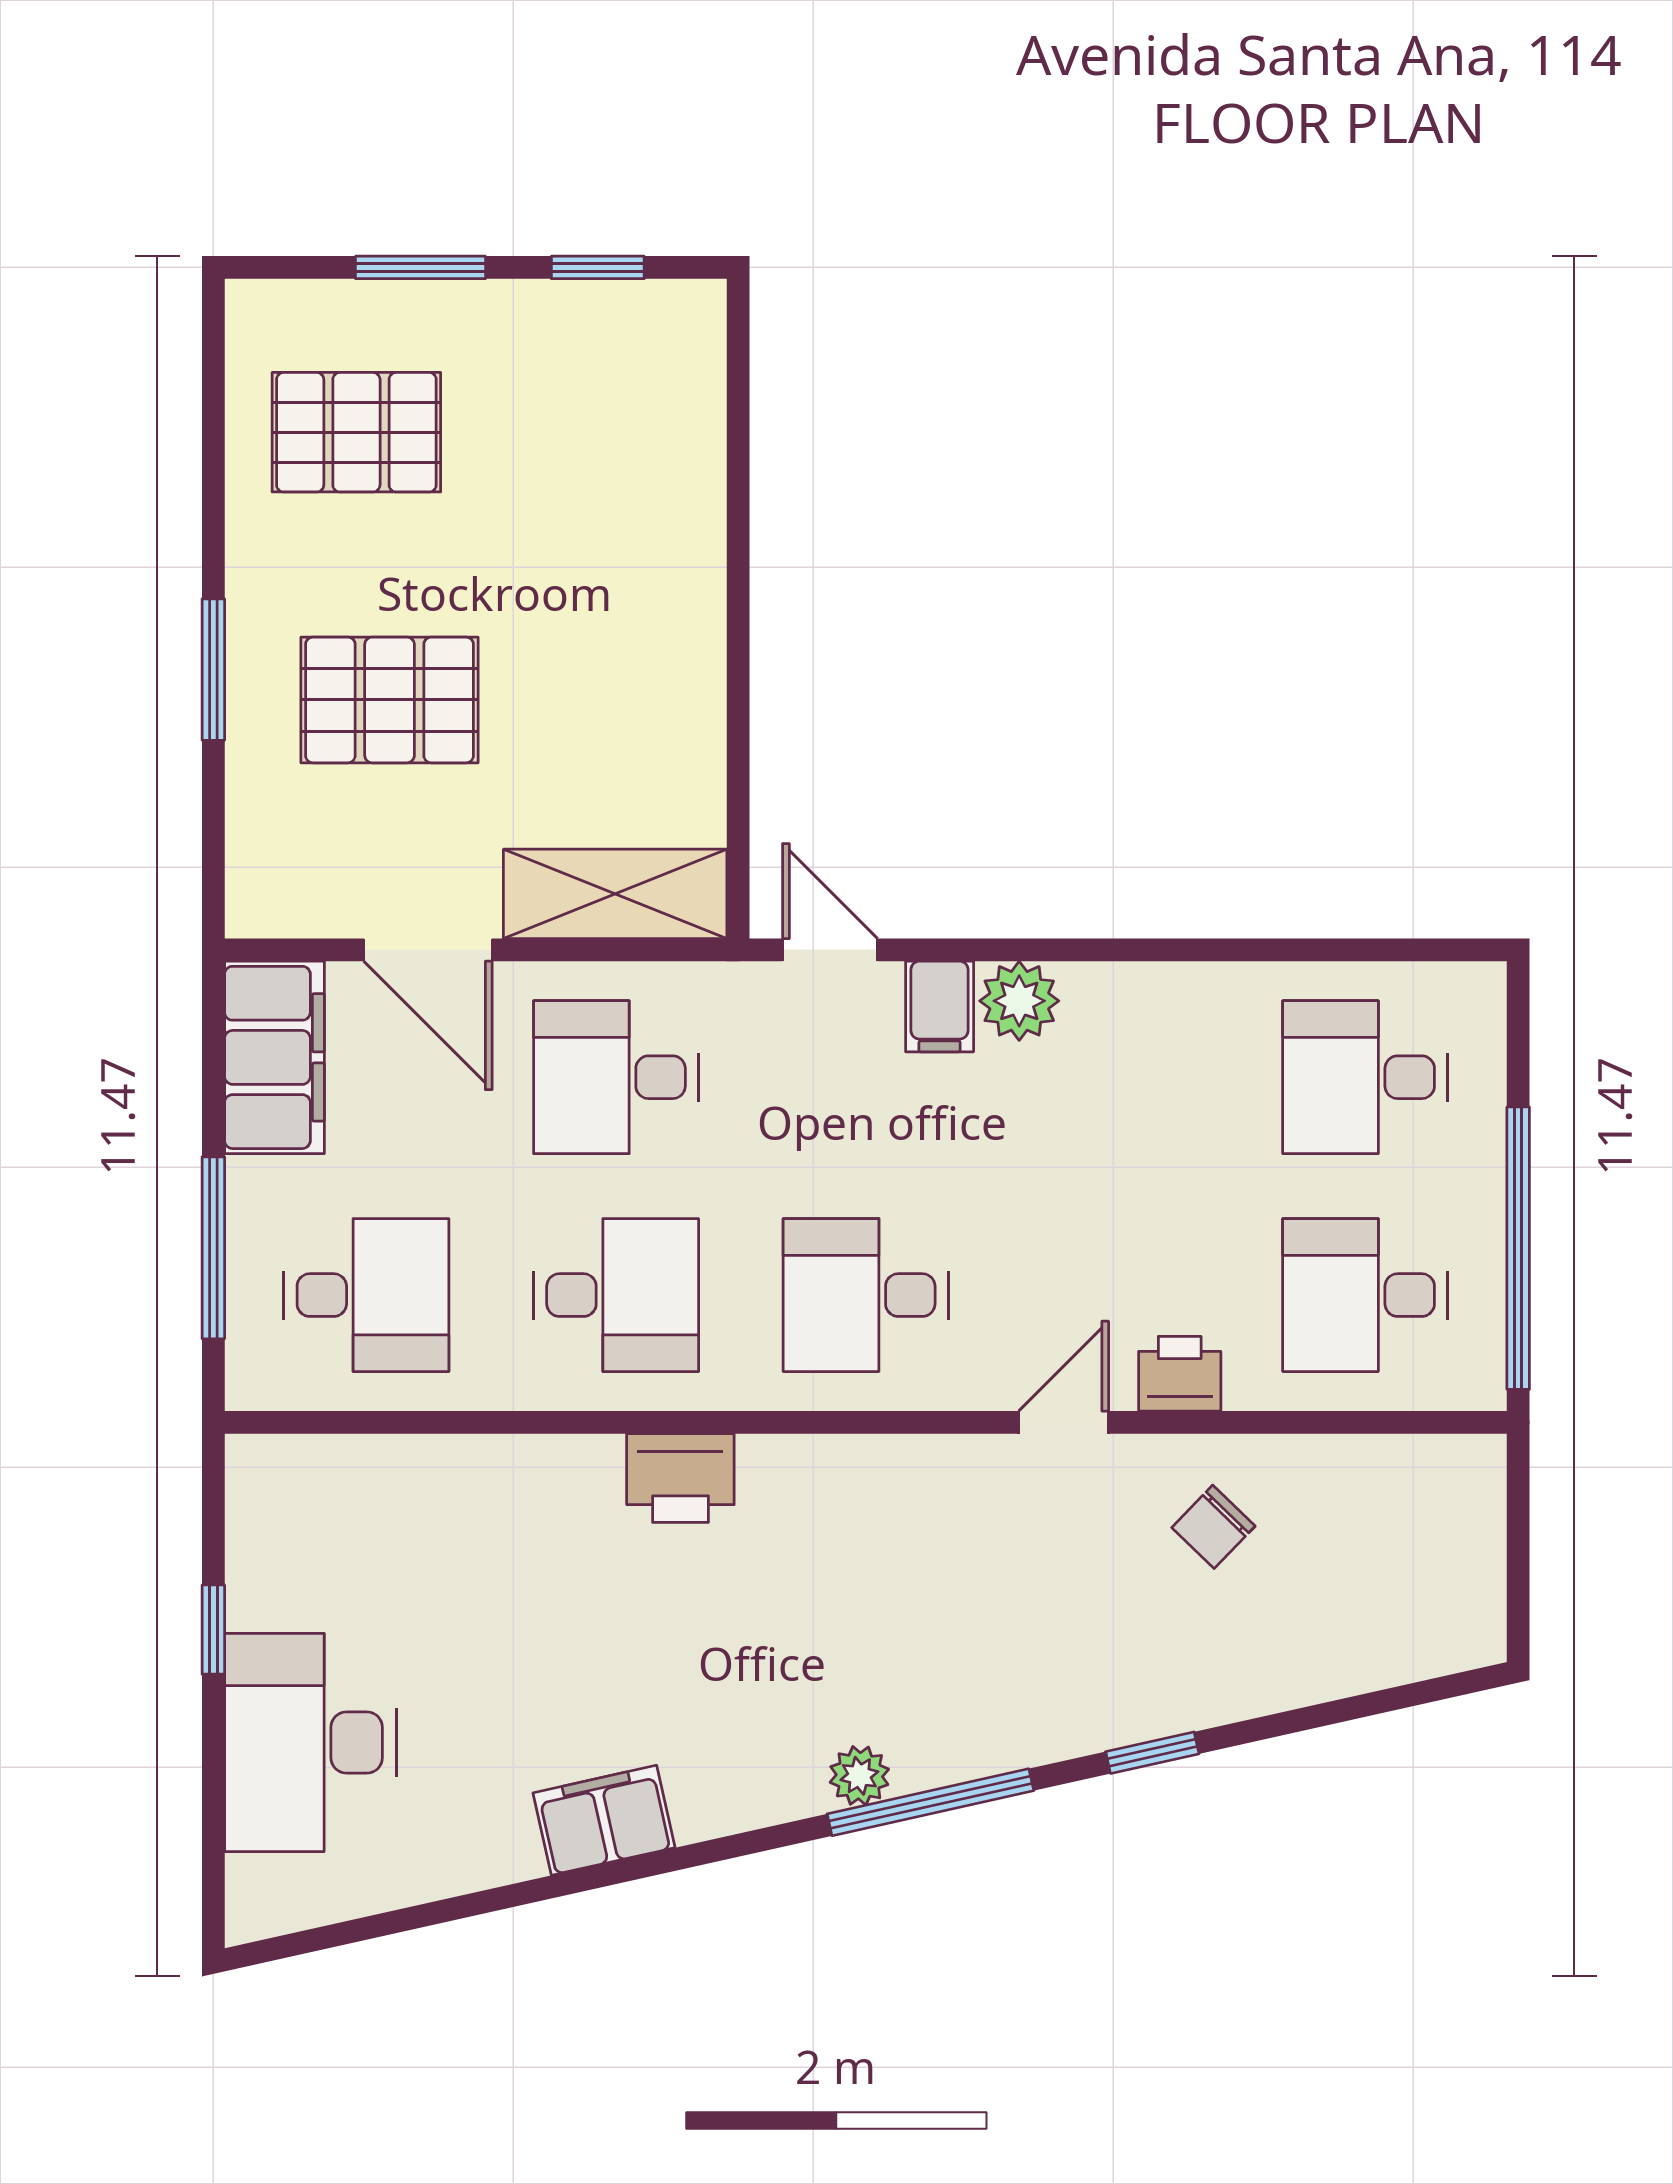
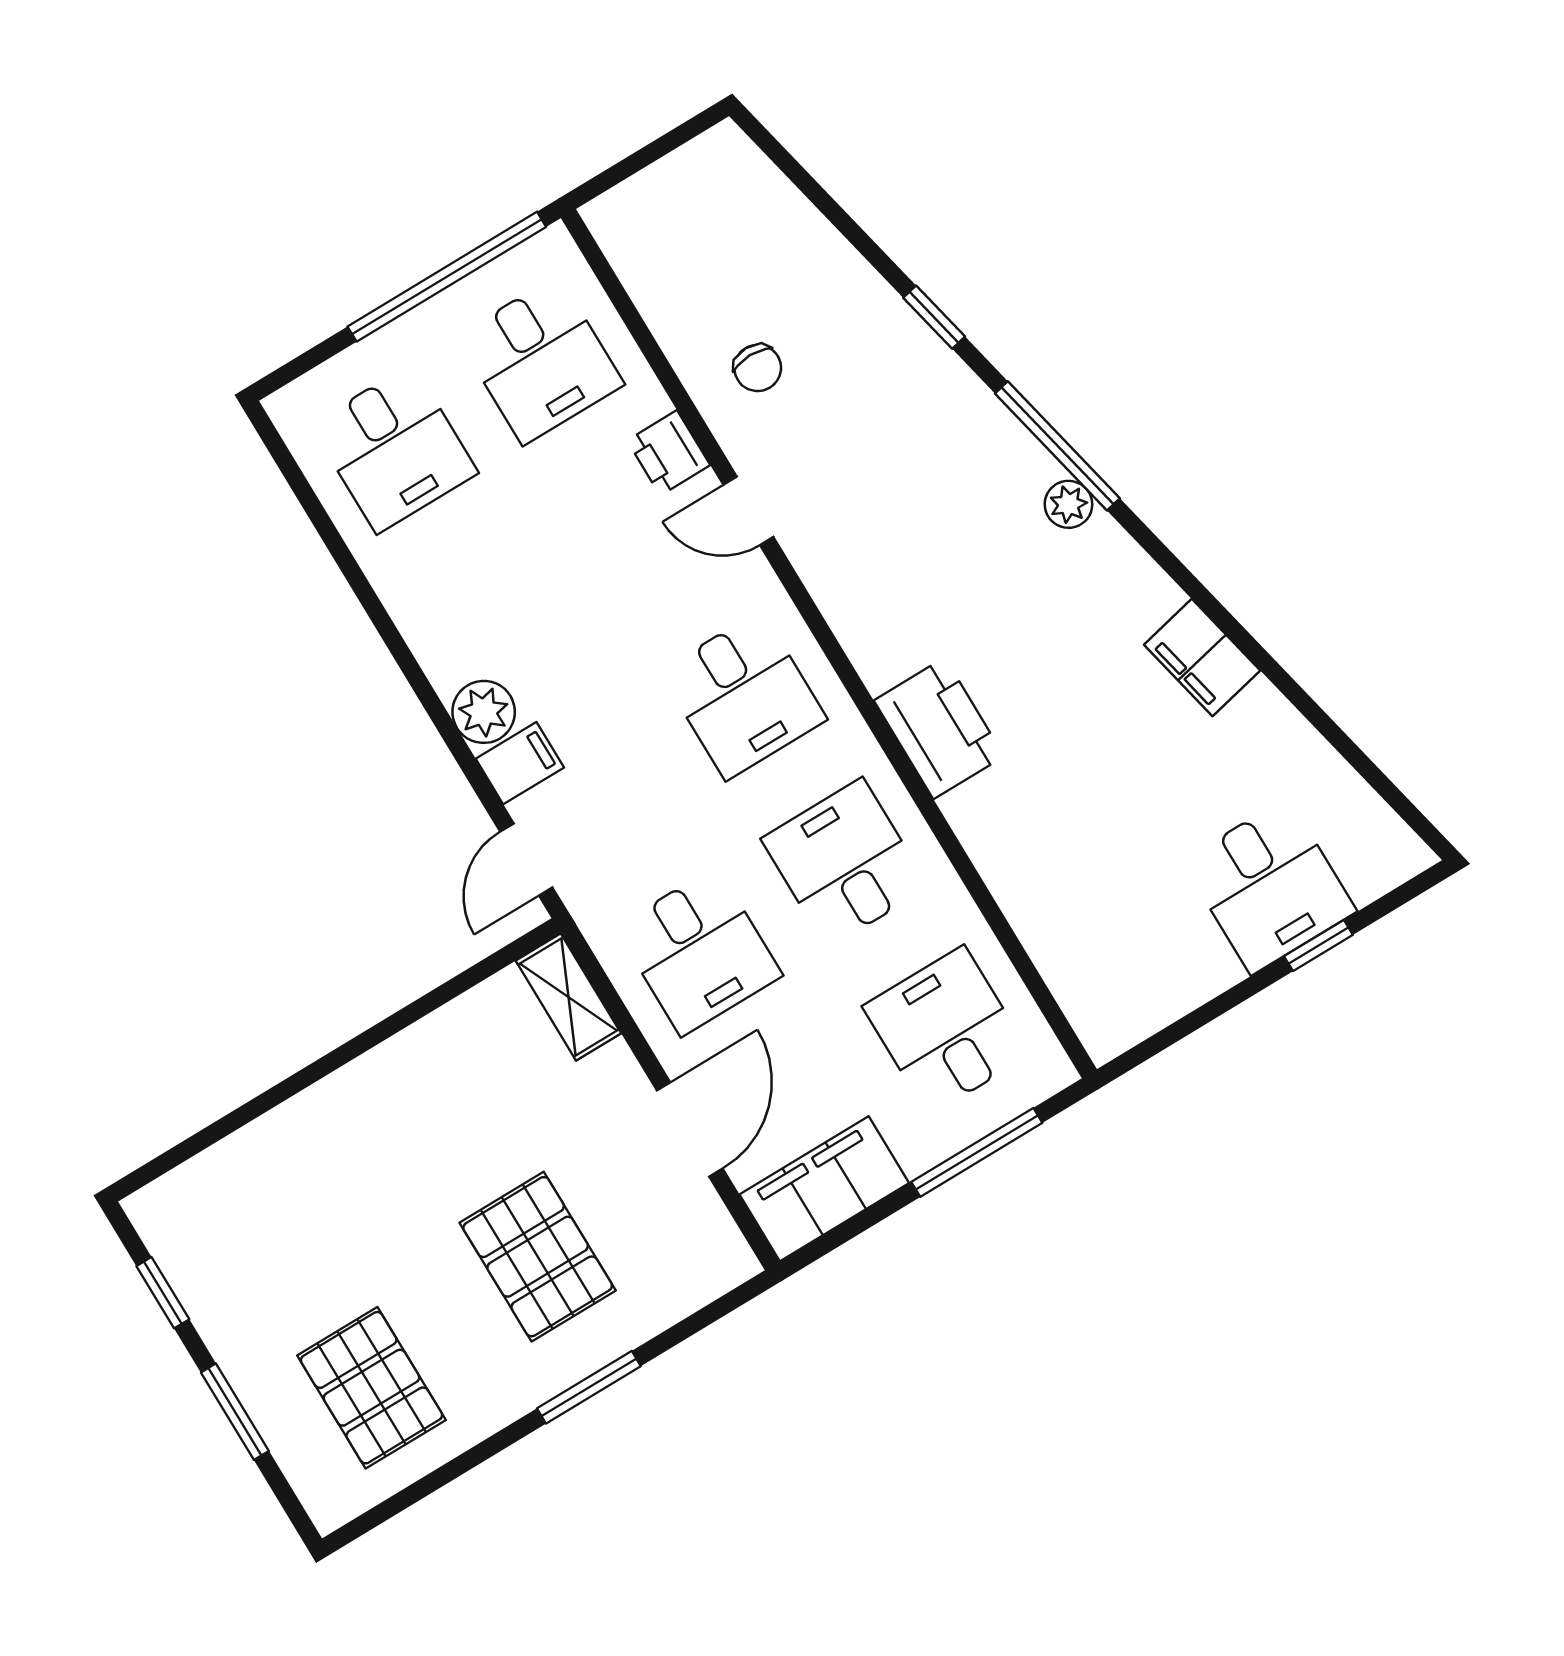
shelving: (615, 894) -> (568, 997), width x0.67, depth x0.75
printer: (680, 1478) -> (939, 728), width x1.37, depth x1.19
chair: (1213, 1527) -> (758, 368), turned 46
window: (213, 1630) -> (1318, 945), moved
desk: (310, 1743) -> (1269, 886), width x0.73

